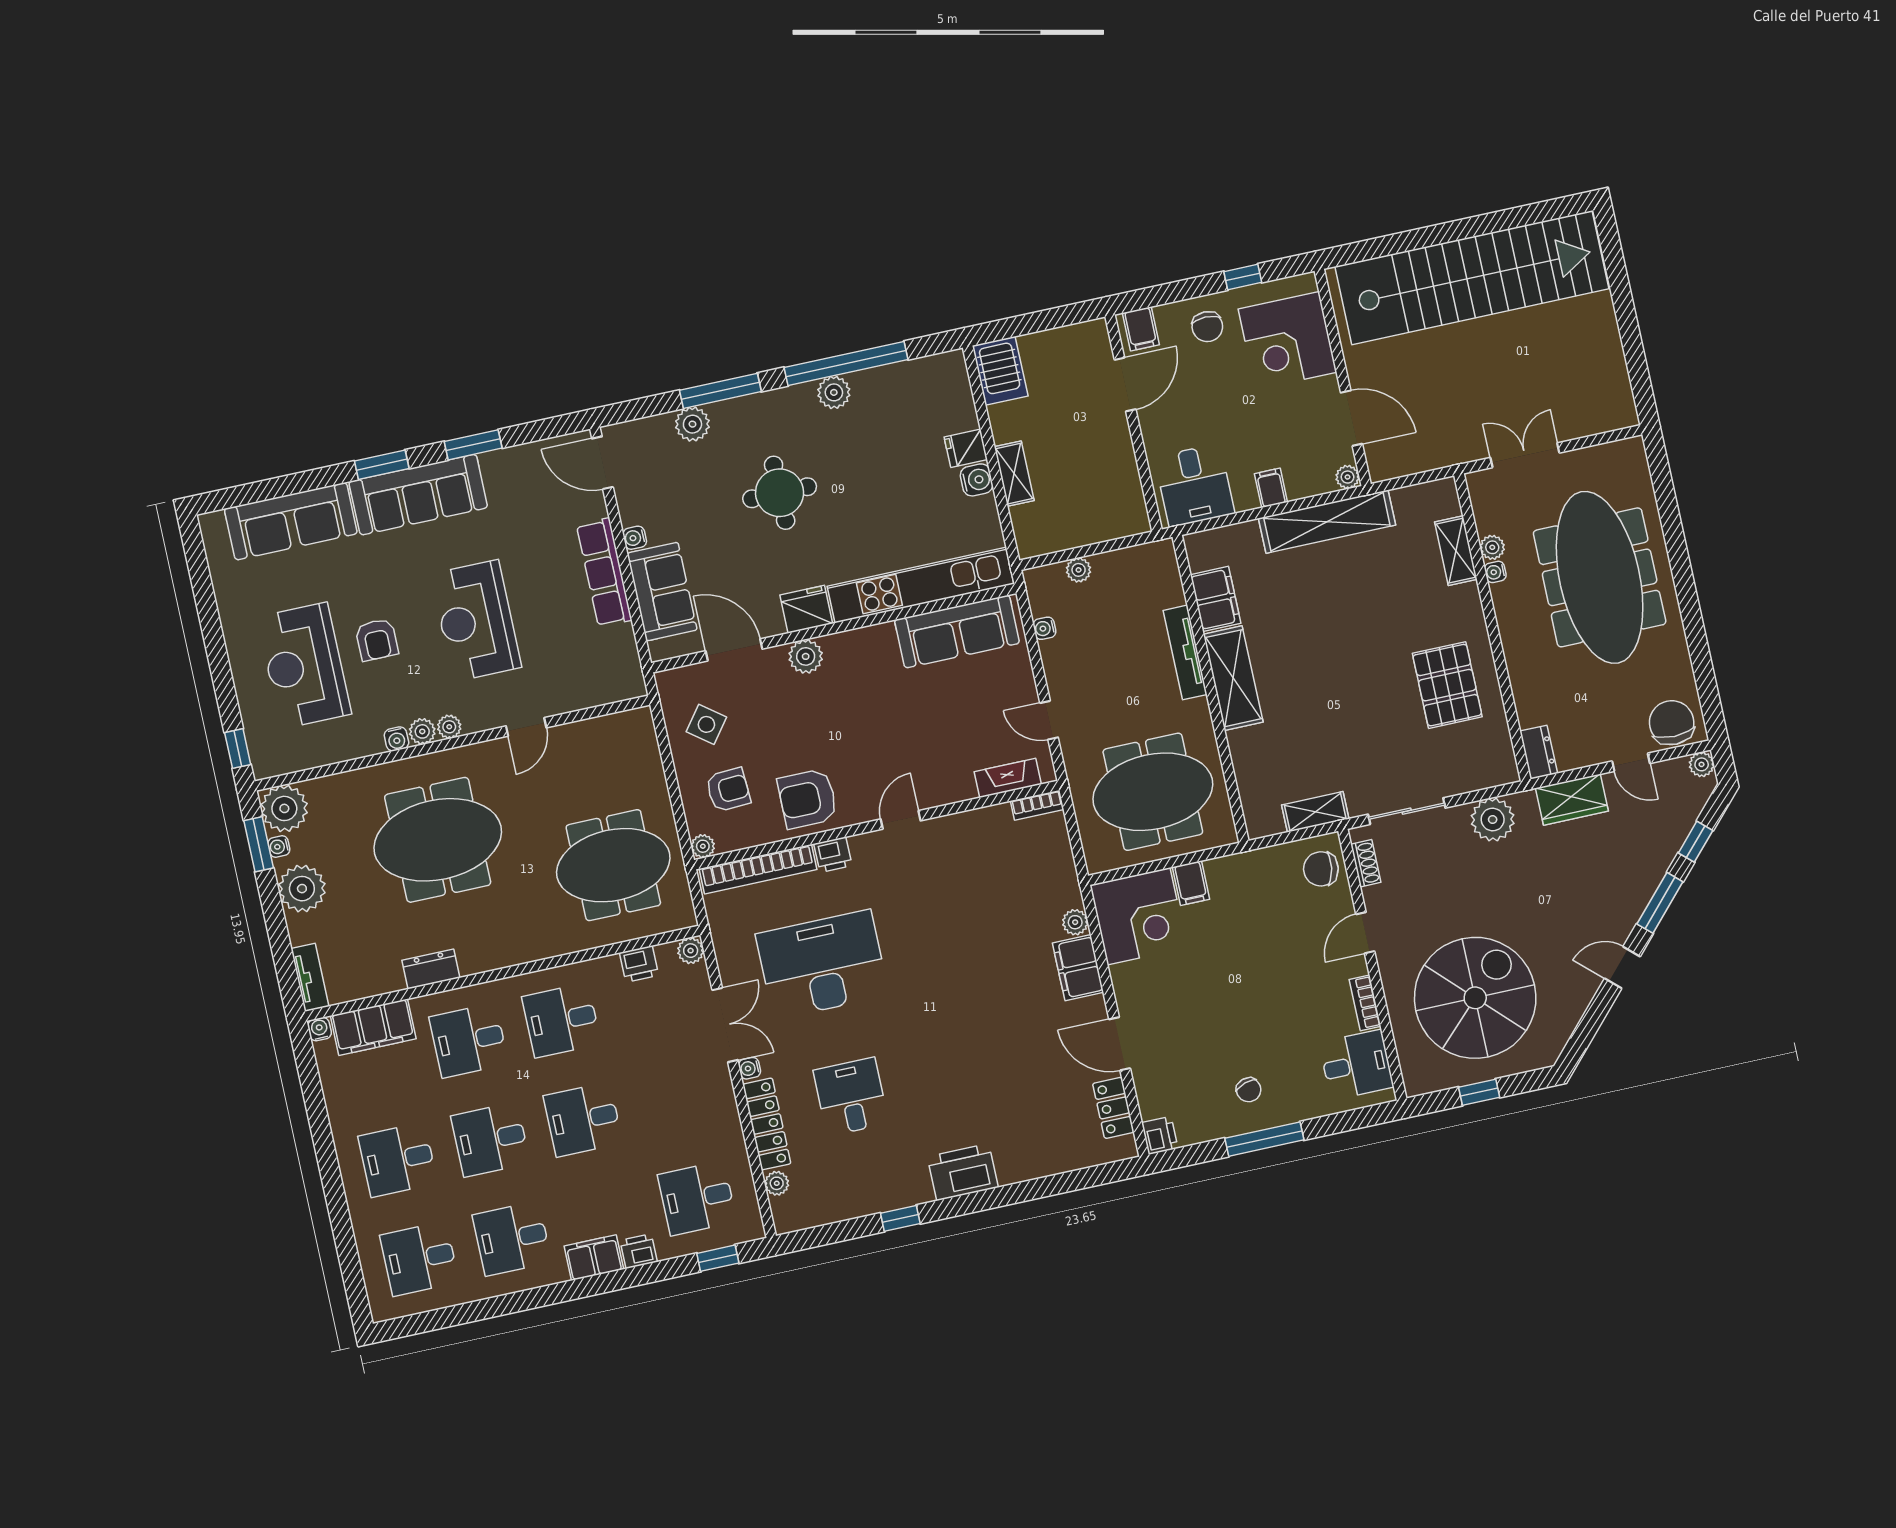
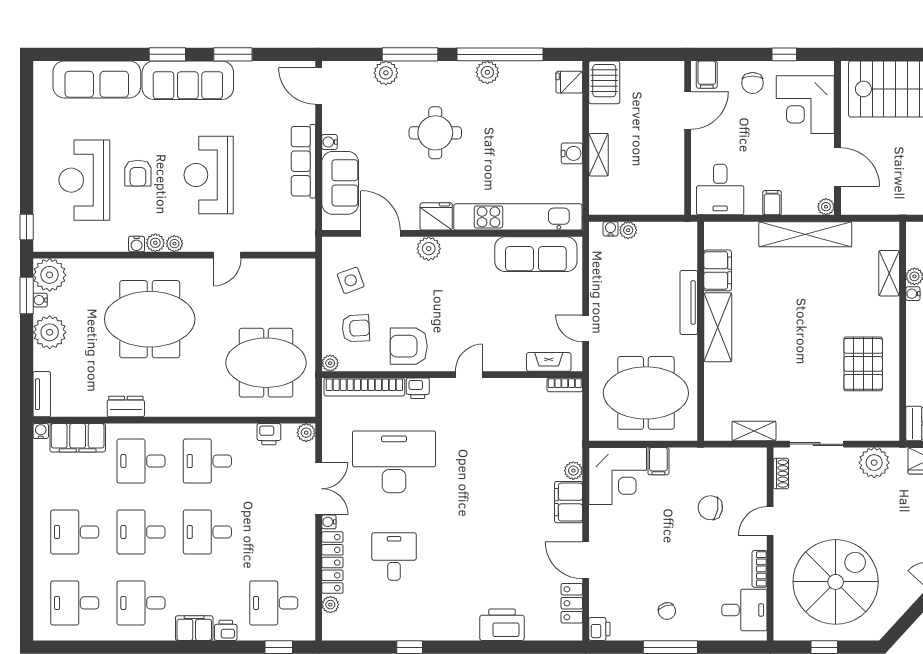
fridge: (966, 448) -> (569, 82), moved
water cooler: (1044, 628) -> (611, 229), moved, turned 90
side table: (706, 724) -> (351, 280), turned 33
chair: (1321, 869) -> (710, 508), moved
printer: (963, 1172) -> (502, 625), moved

